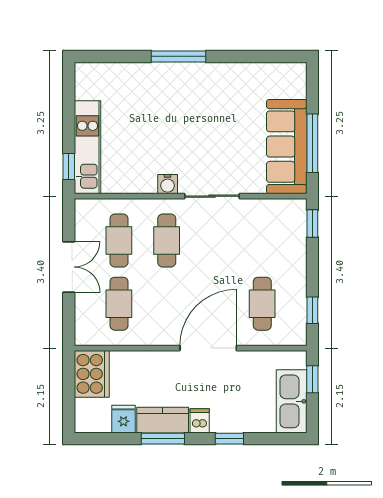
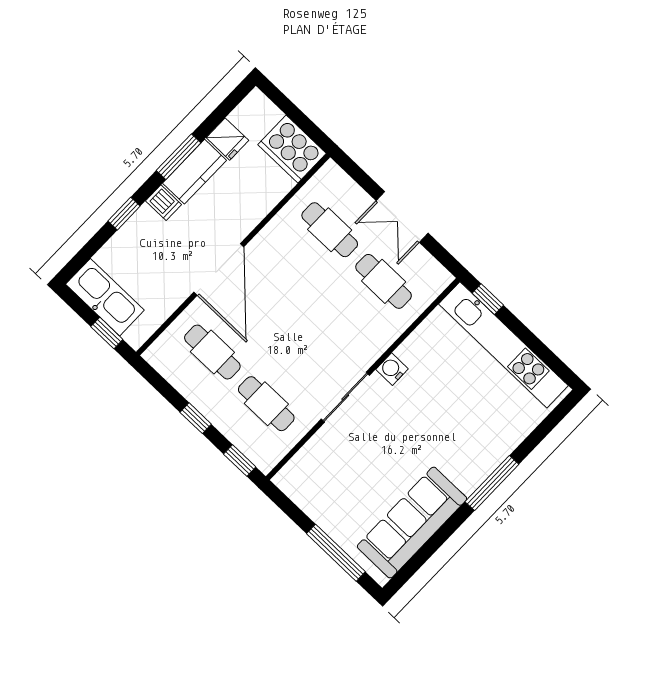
window: (312, 143) -> (336, 553), moved
kitchen unit: (88, 147) -> (503, 345), width x1.36
sofa: (287, 147) -> (412, 523), moved, turned -90
cafe table: (167, 241) -> (266, 404), moved
window: (312, 310) -> (196, 418), moved

